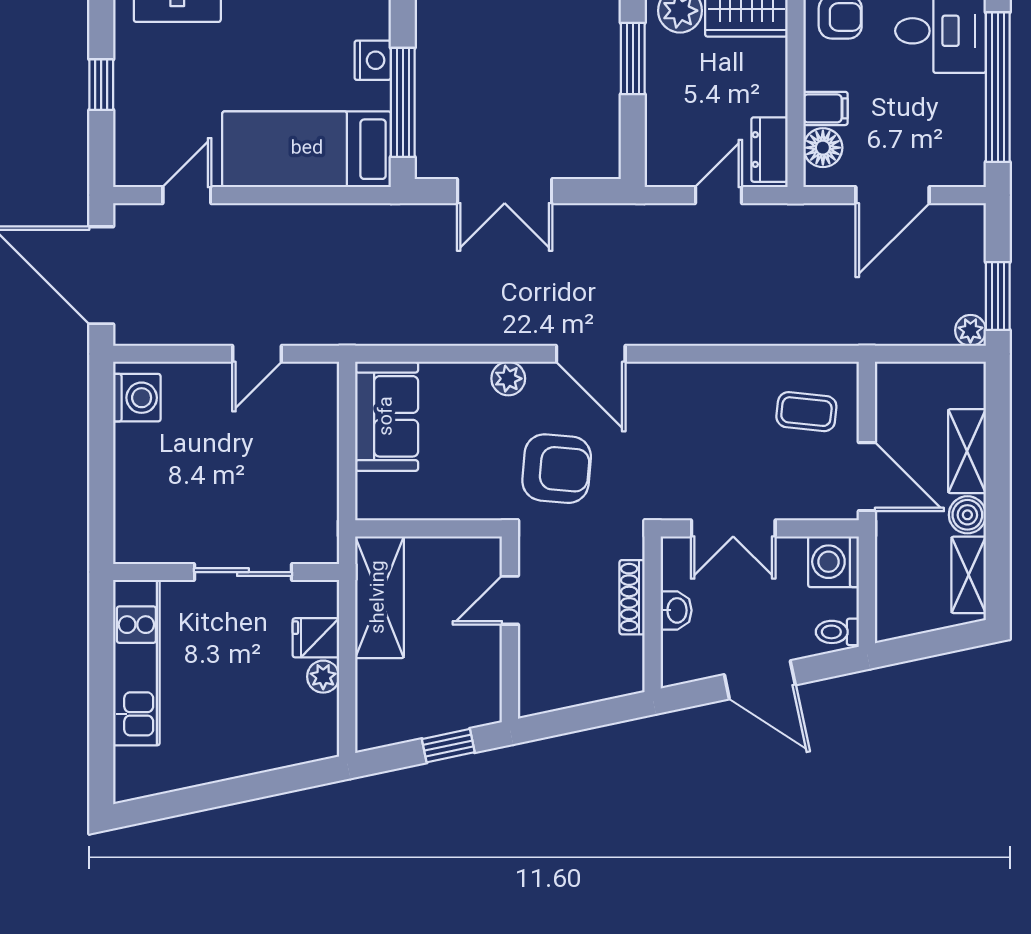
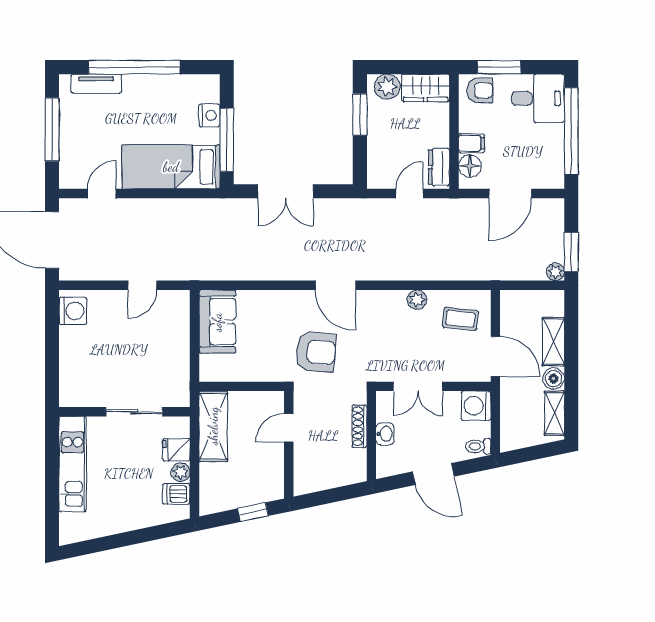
window: (101, 85) -> (52, 130), width x2.17
plant: (508, 379) -> (417, 300), moved
dishwasher: (316, 714) -> (176, 494), added

